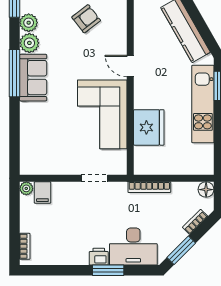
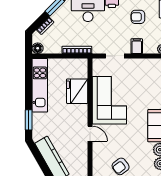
kitchen unit: (203, 104) -> (40, 85), moved
filing cabinet: (42, 193) -> (137, 46), moved
armchair: (61, 235) -> (138, 17), added

